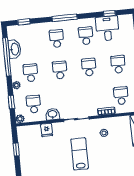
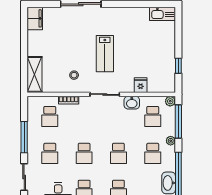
window: (11, 102) -> (178, 122), width x2.17

